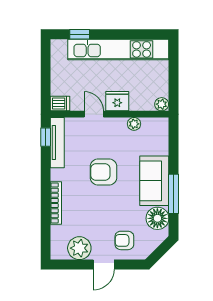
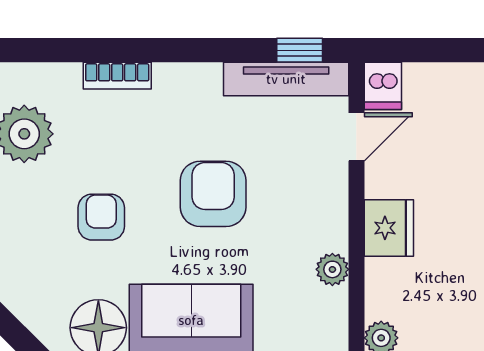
door: (94, 114) -> (356, 137), moved
bookcase: (56, 203) -> (117, 76), width x0.64
armchair: (124, 240) -> (101, 217), moved

